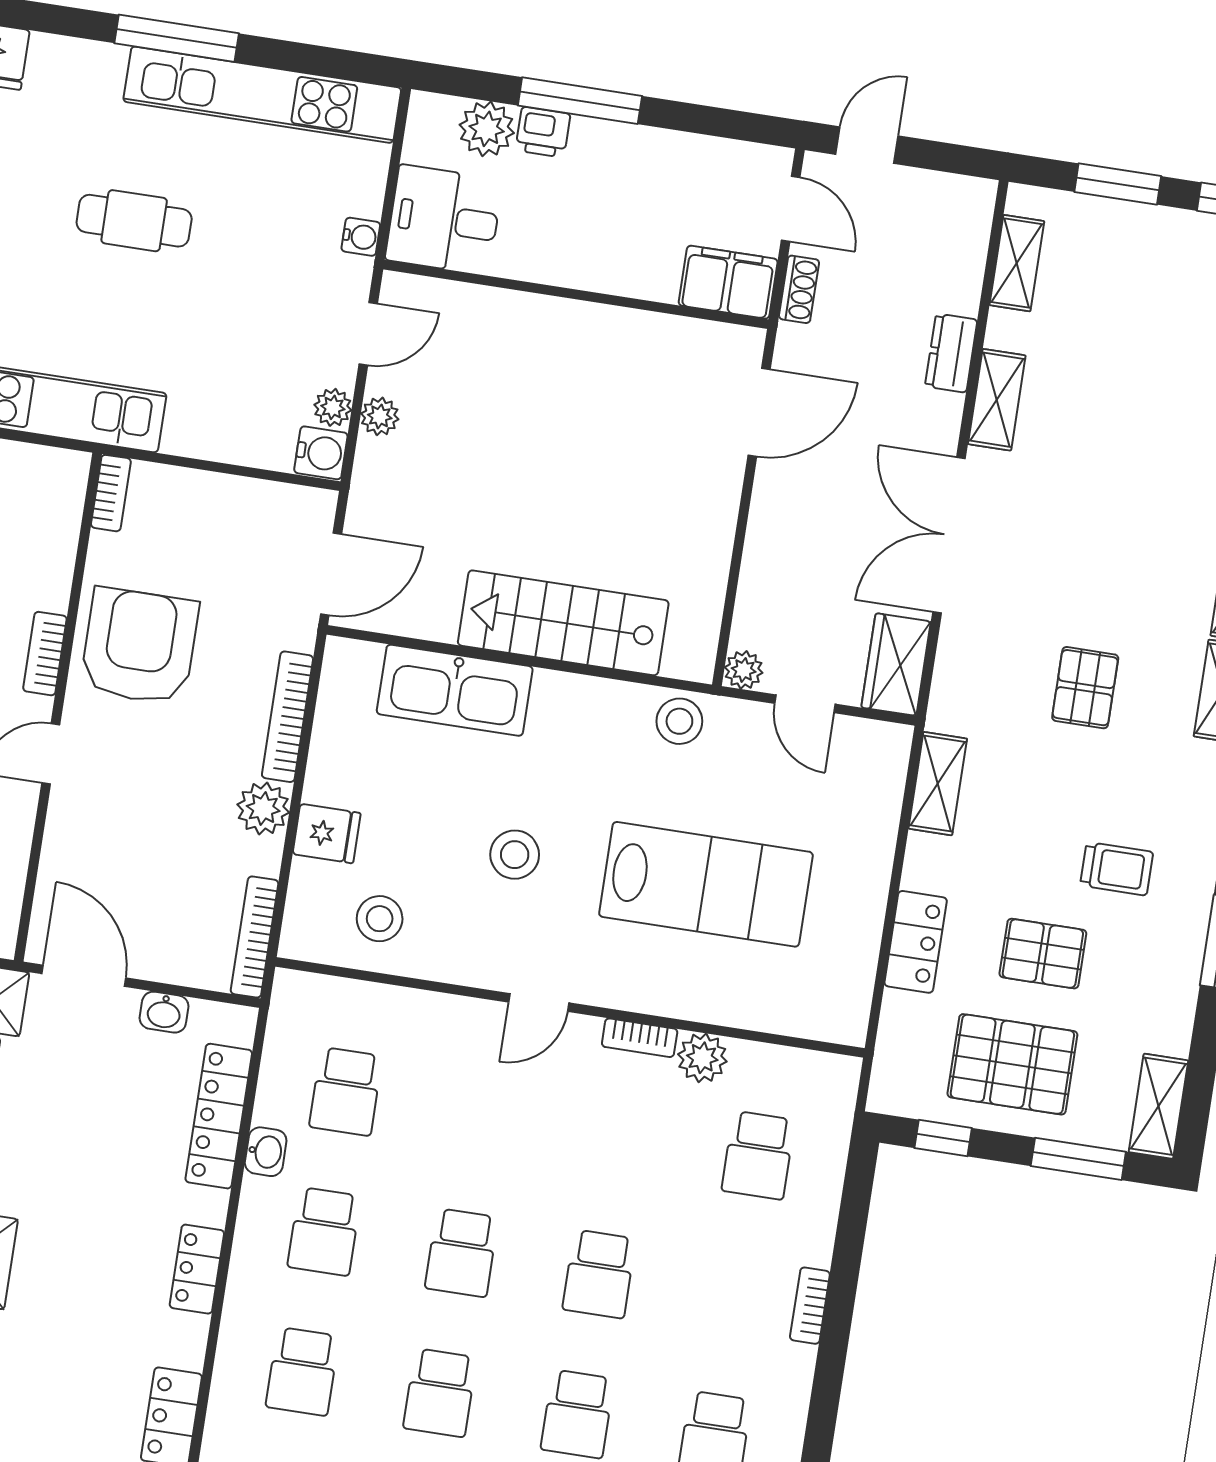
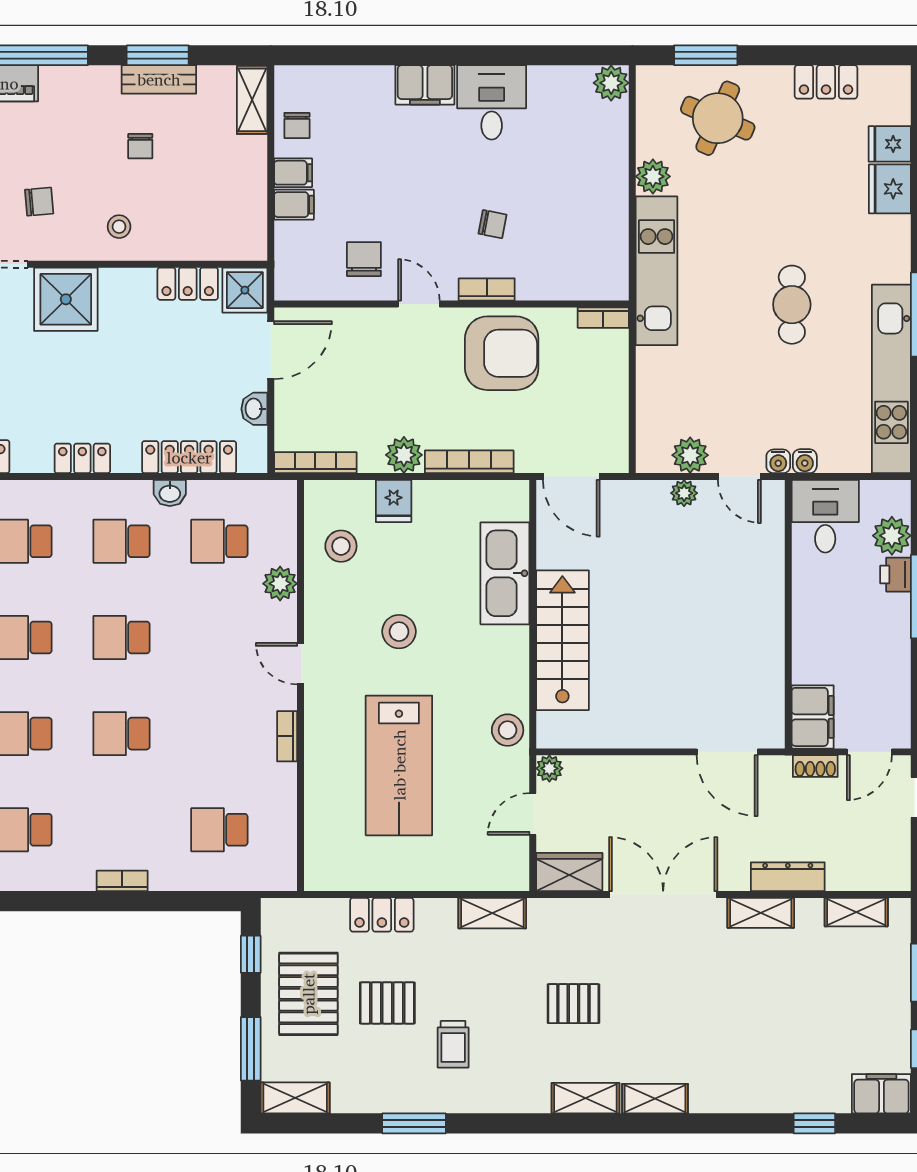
dresser: (951, 353) -> (788, 877), width x1.44
plant: (333, 407) -> (690, 455), width x1.38, depth x1.38
water cooler: (321, 453) -> (778, 461), moved, width x0.72, depth x0.72
pallet: (1043, 954) -> (387, 1003), turned 90
plant: (702, 1058) -> (280, 584), moved

